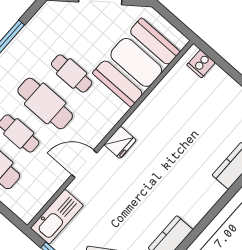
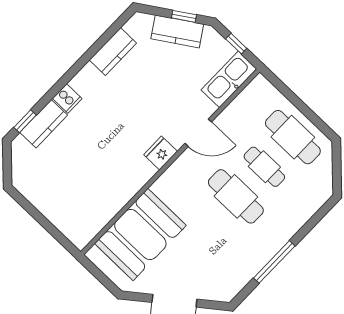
cooker: (201, 64) -> (67, 98), moved, turned 90
cafe table: (72, 73) -> (207, 226), removed

